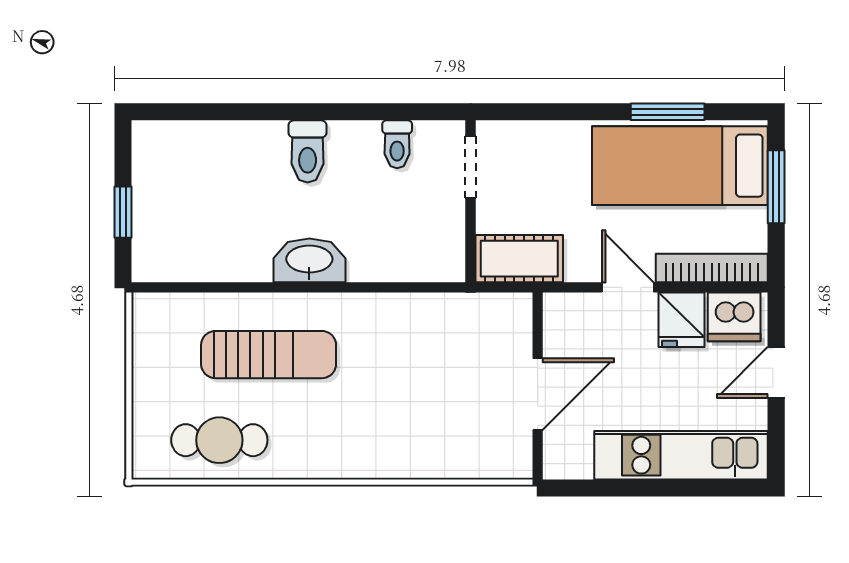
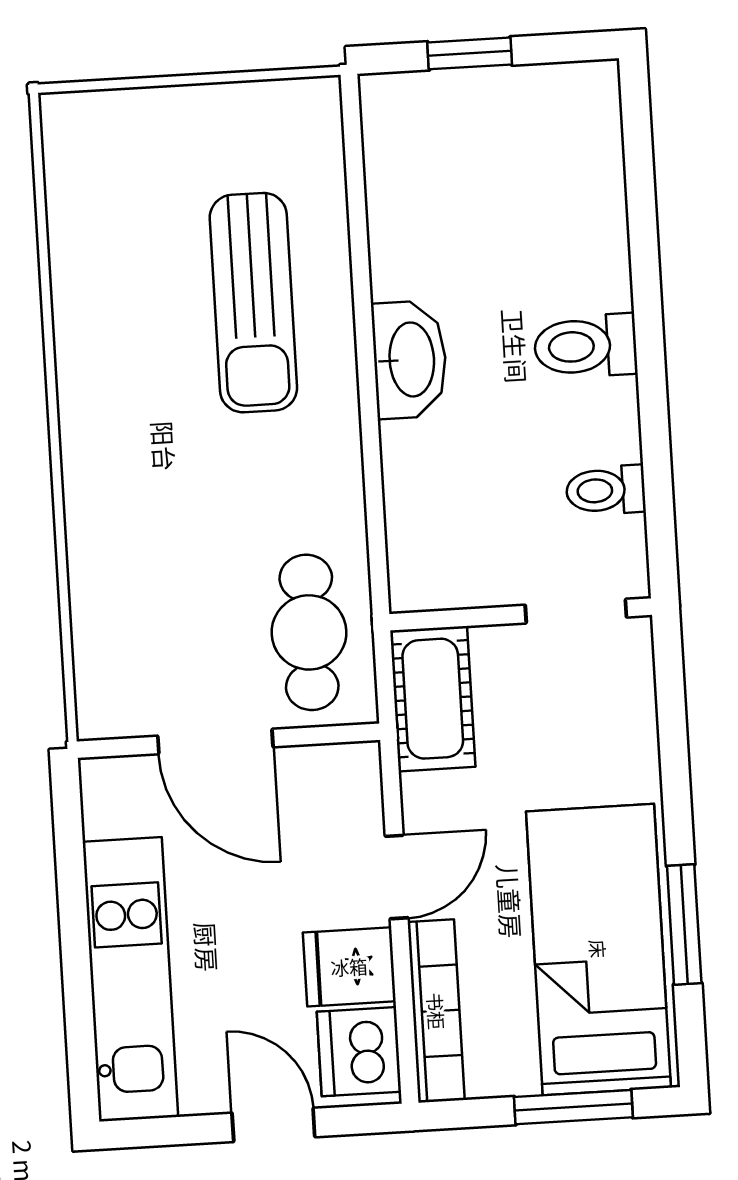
cafe table: (219, 440) -> (309, 632), moved

